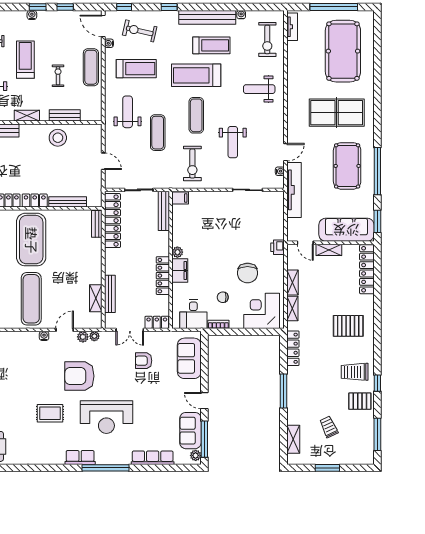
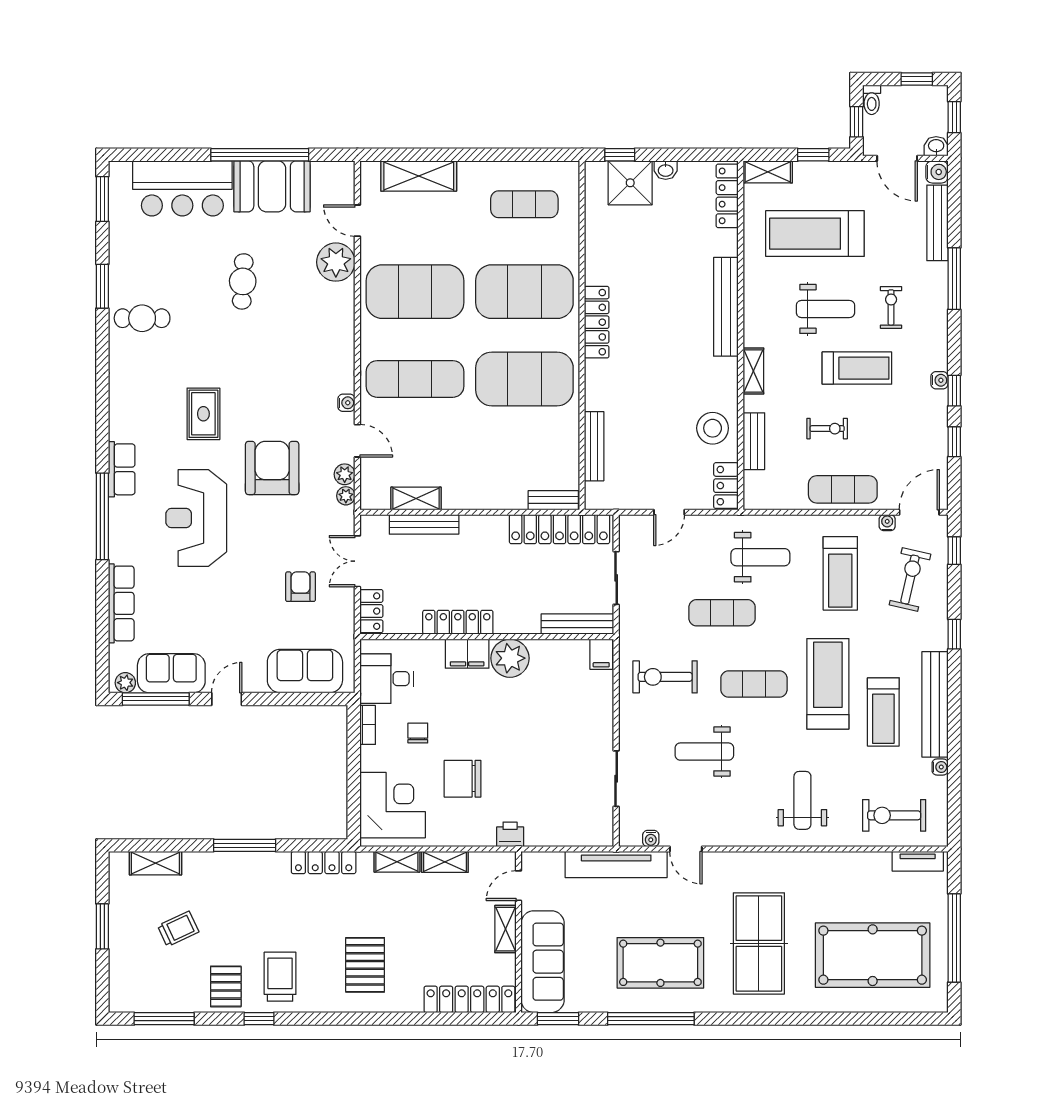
locker: (35, 200) -> (726, 486), moved, turned 180
plant: (177, 252) -> (510, 658), width x1.87, depth x1.87

